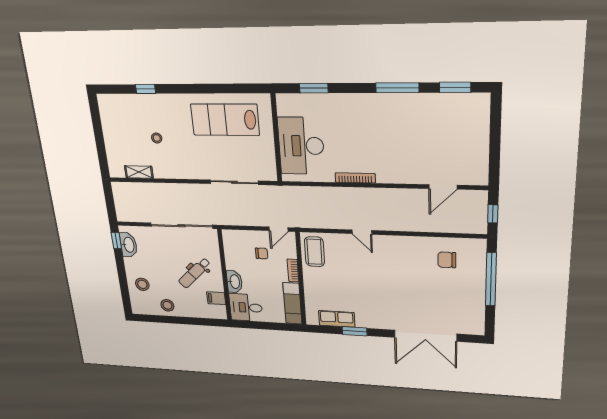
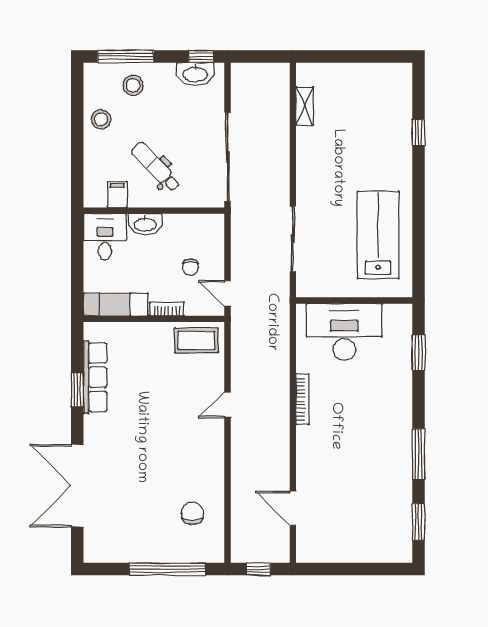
stool: (157, 138) -> (353, 138), removed
window: (124, 288) -> (126, 56), added
row of seats: (337, 319) -> (95, 377), width x1.48

